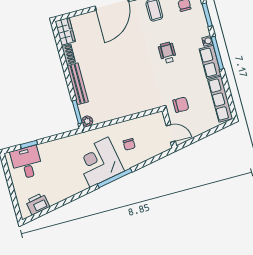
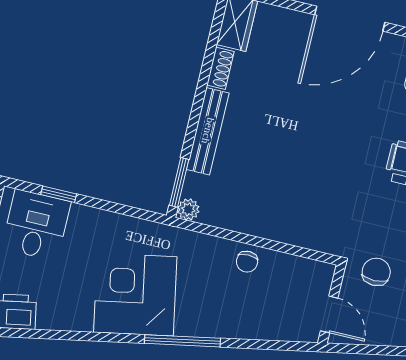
chair: (181, 105) -> (376, 272), turned -90
chair: (129, 144) -> (247, 262), moved
corner desk: (99, 162) -> (135, 294), moved

